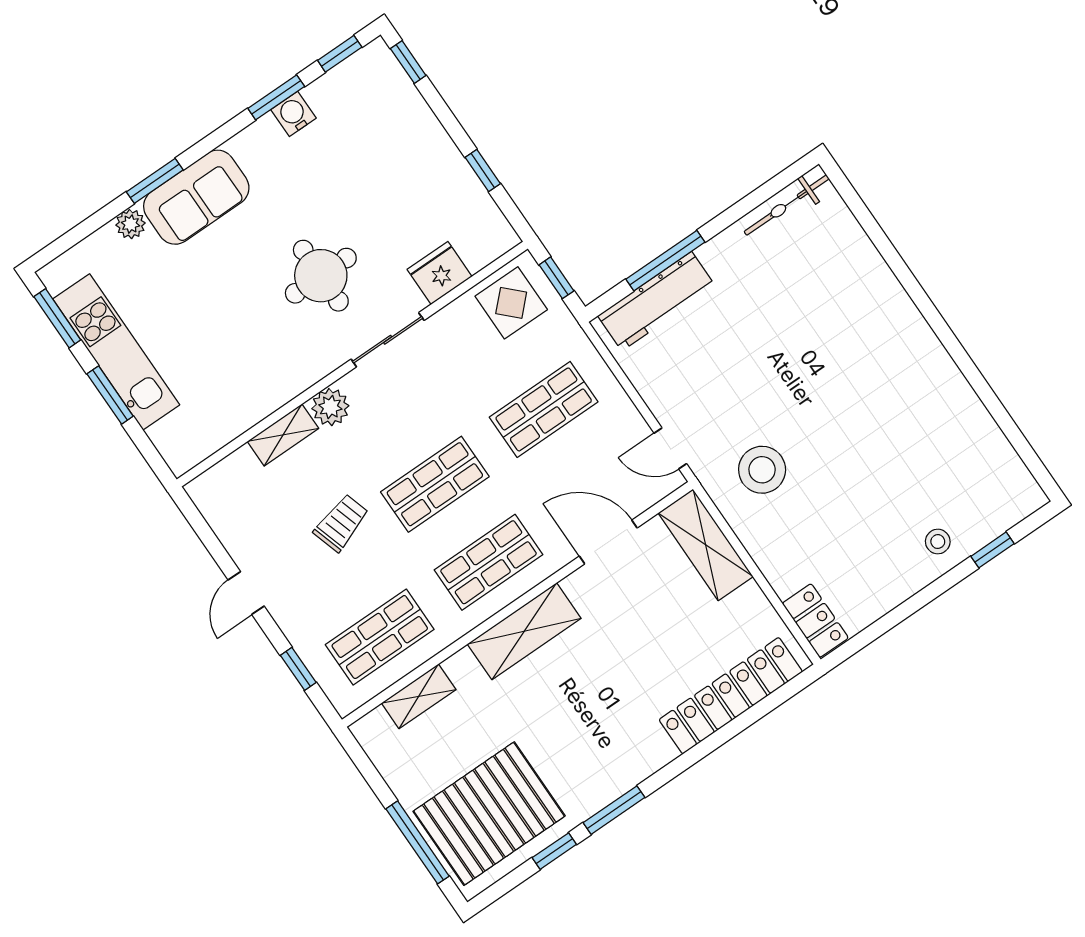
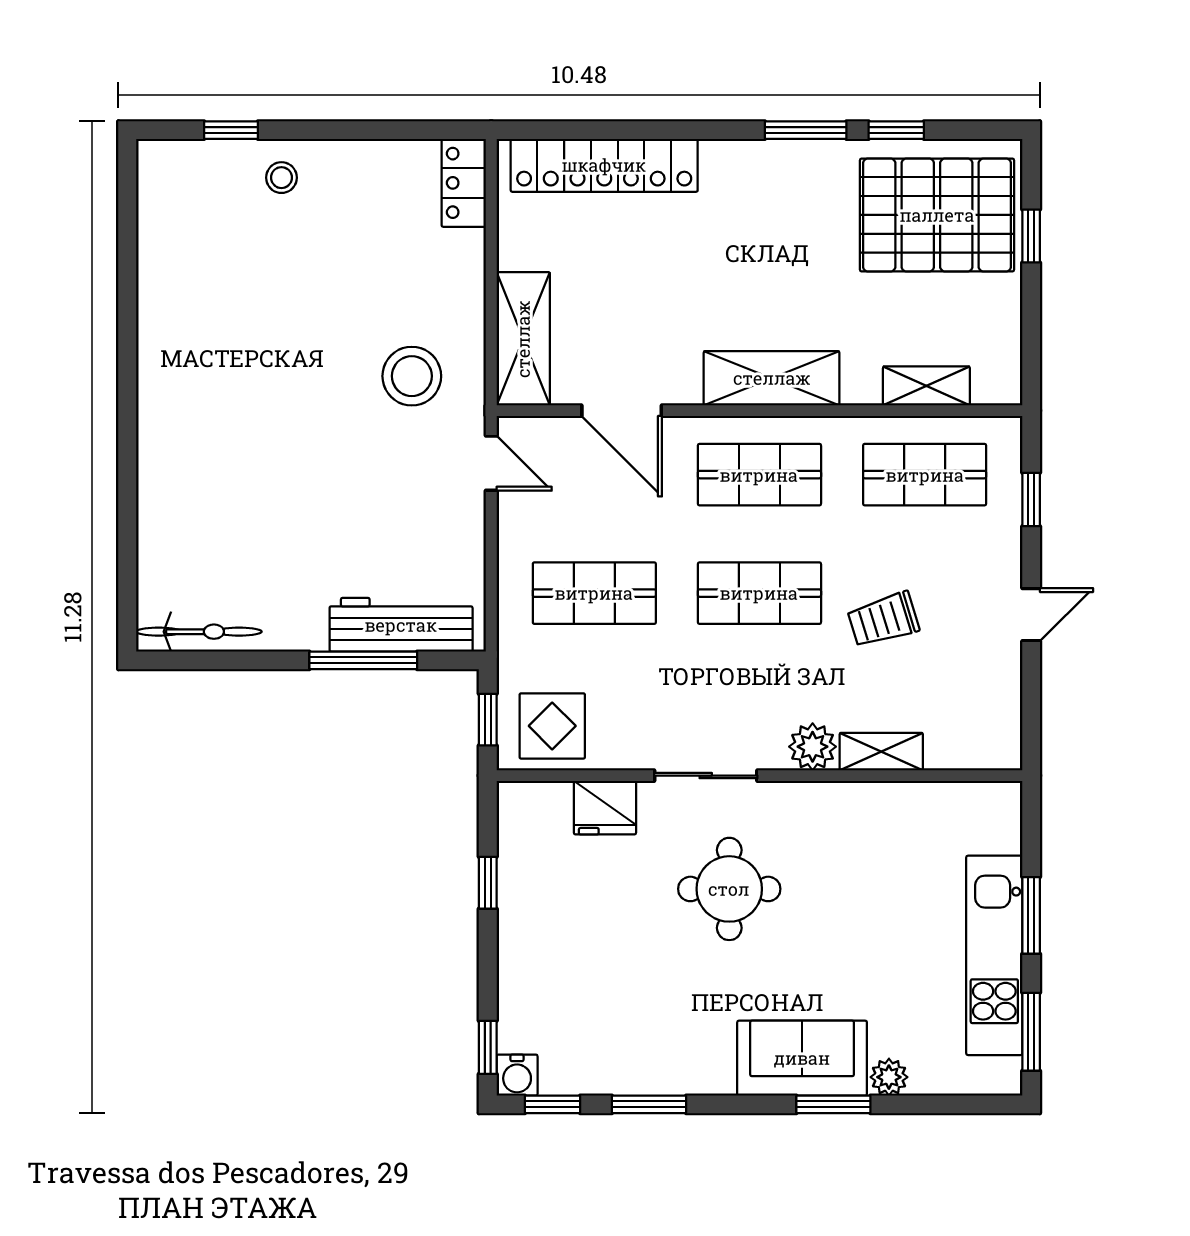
water cooler: (293, 114) -> (517, 1075), moved
window: (418, 842) -> (1031, 236), width x0.46

